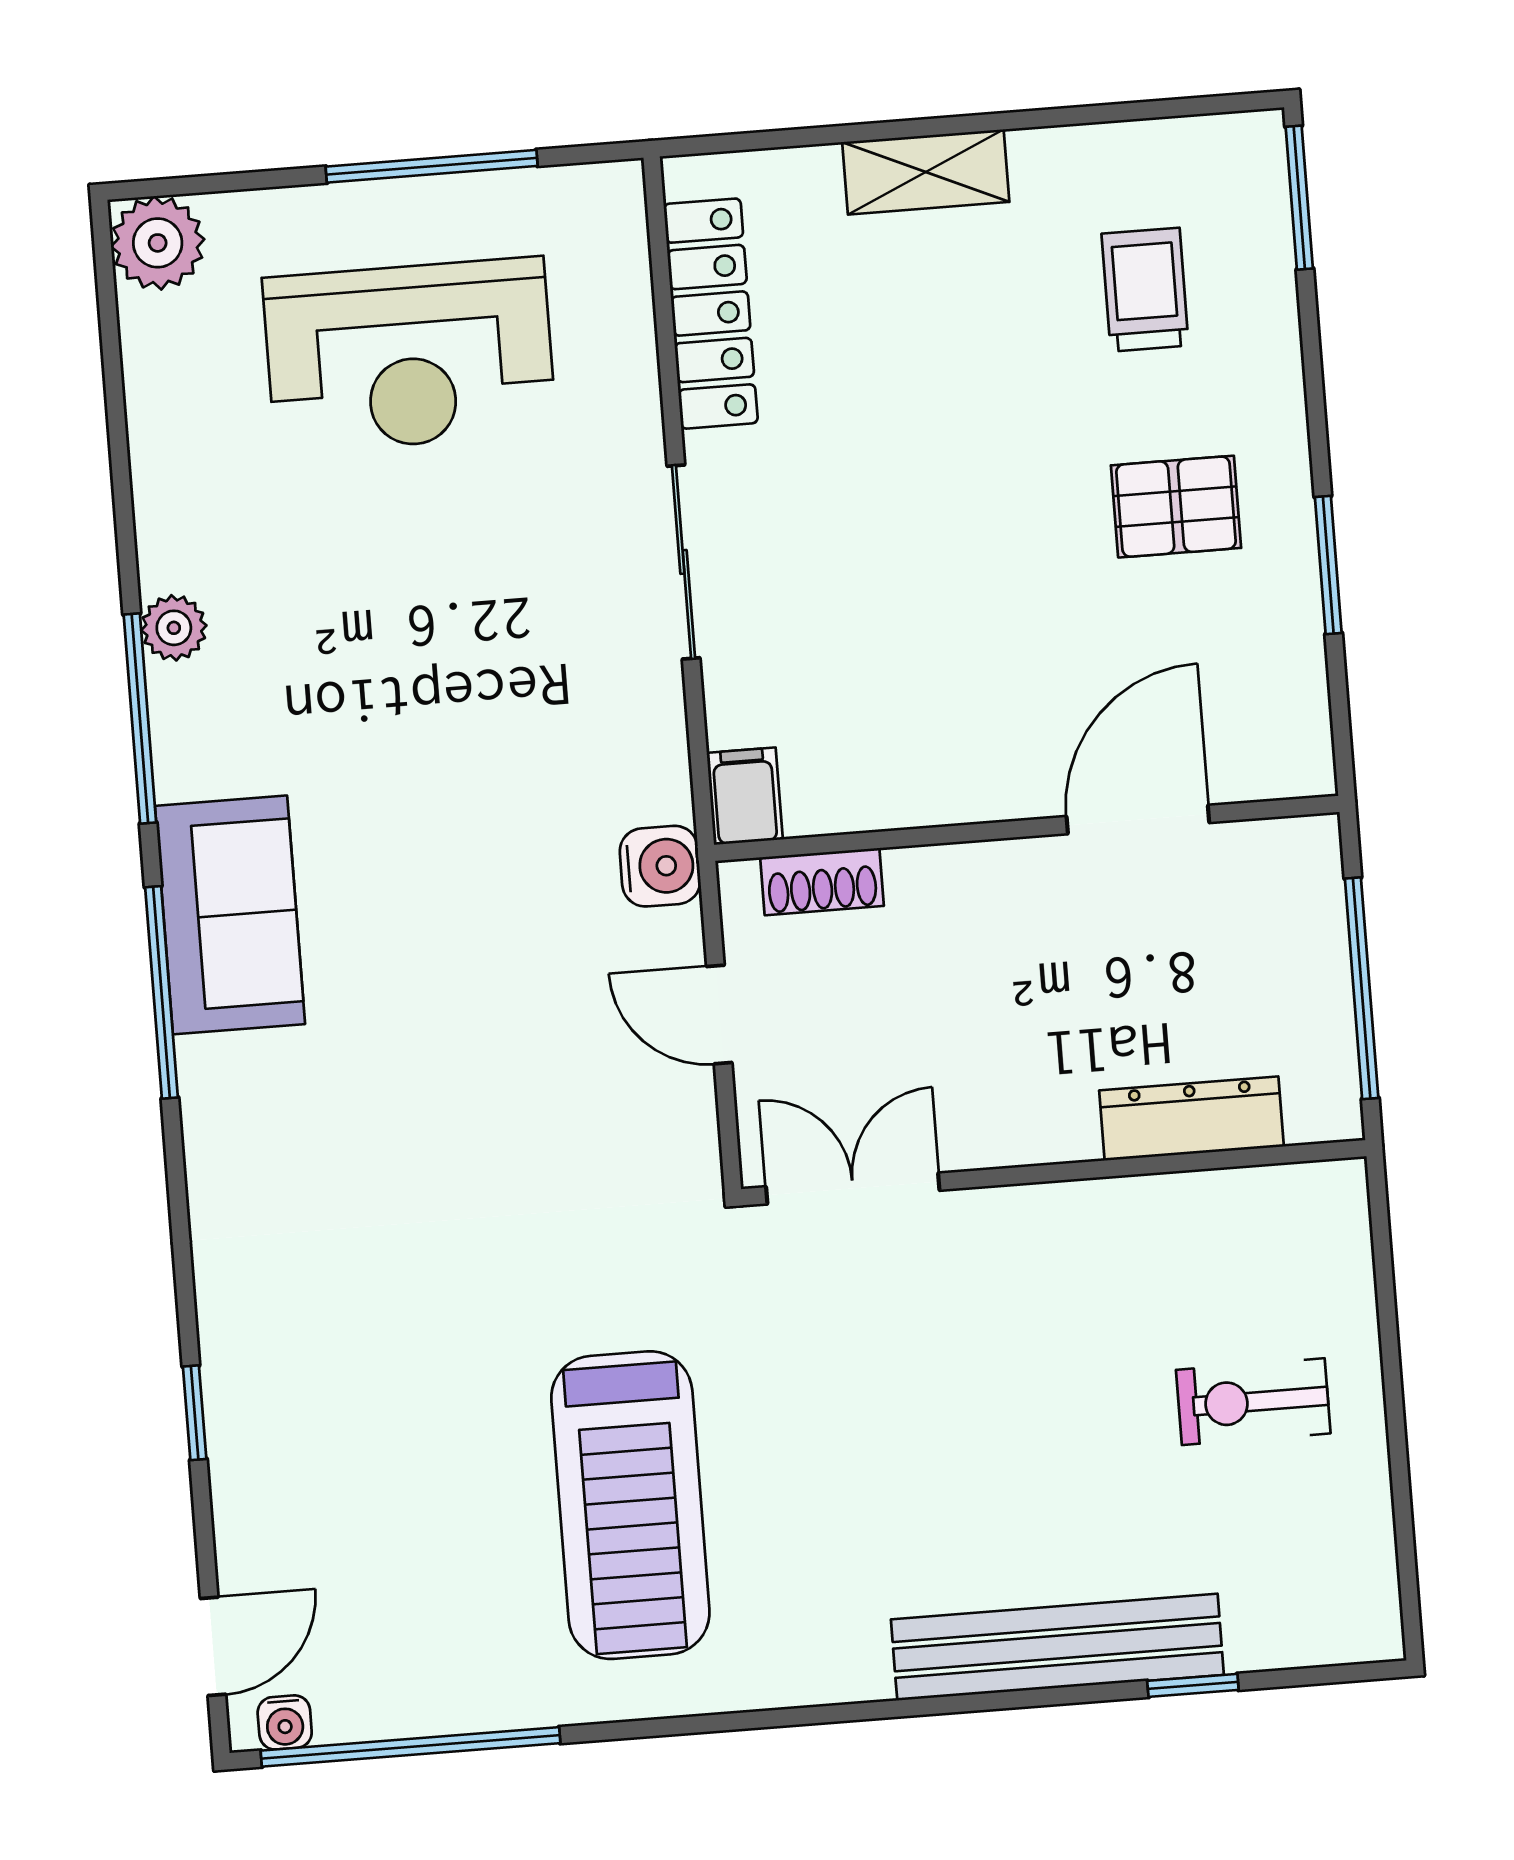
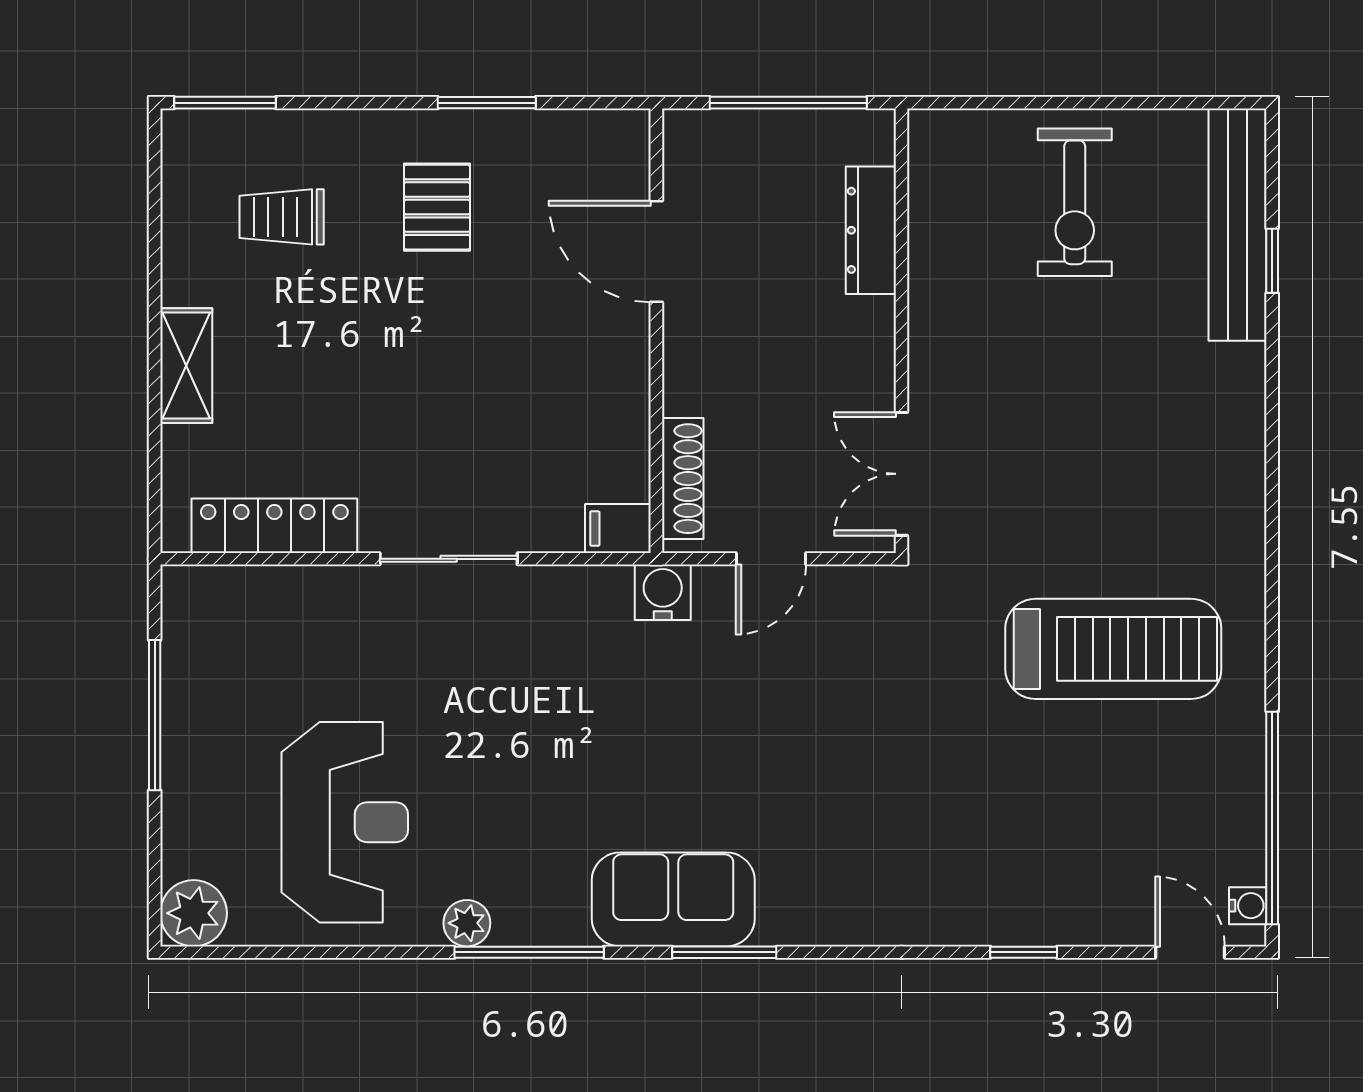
reception desk: (409, 355) -> (345, 822), moved
shoe rack: (822, 882) -> (683, 479), width x1.43
window: (162, 992) -> (724, 952), width x0.69
exercise bike: (1253, 1402) -> (1075, 202), width x1.38, depth x1.39
bench: (1057, 1647) -> (1238, 225), moved

